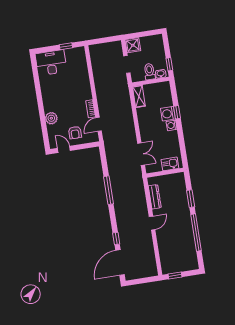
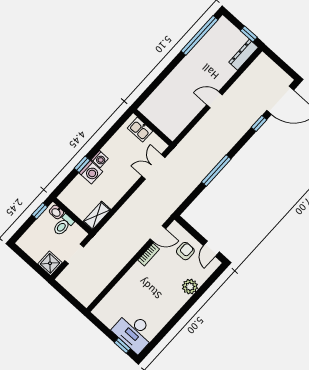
window: (66, 46) -> (122, 346), moved
dresser: (155, 197) -> (244, 55), moved
window: (191, 199) -> (158, 80), removed
window: (196, 233) -> (200, 35), moved

